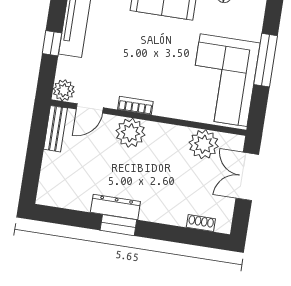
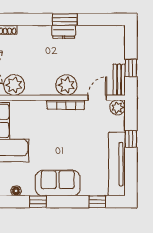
bookcase: (135, 106) -> (66, 105), width x1.56
window: (36, 143) -> (131, 68), added
dresser: (115, 207) -> (64, 32), width x0.70

